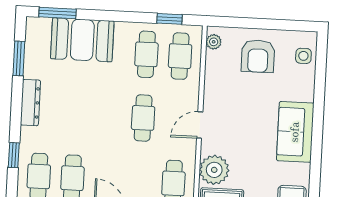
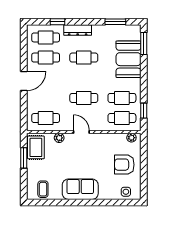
dresser: (30, 103) -> (78, 30), moved
cafe table: (76, 114) -> (84, 58), added
plant: (214, 170) -> (59, 138), width x0.53, depth x0.53

